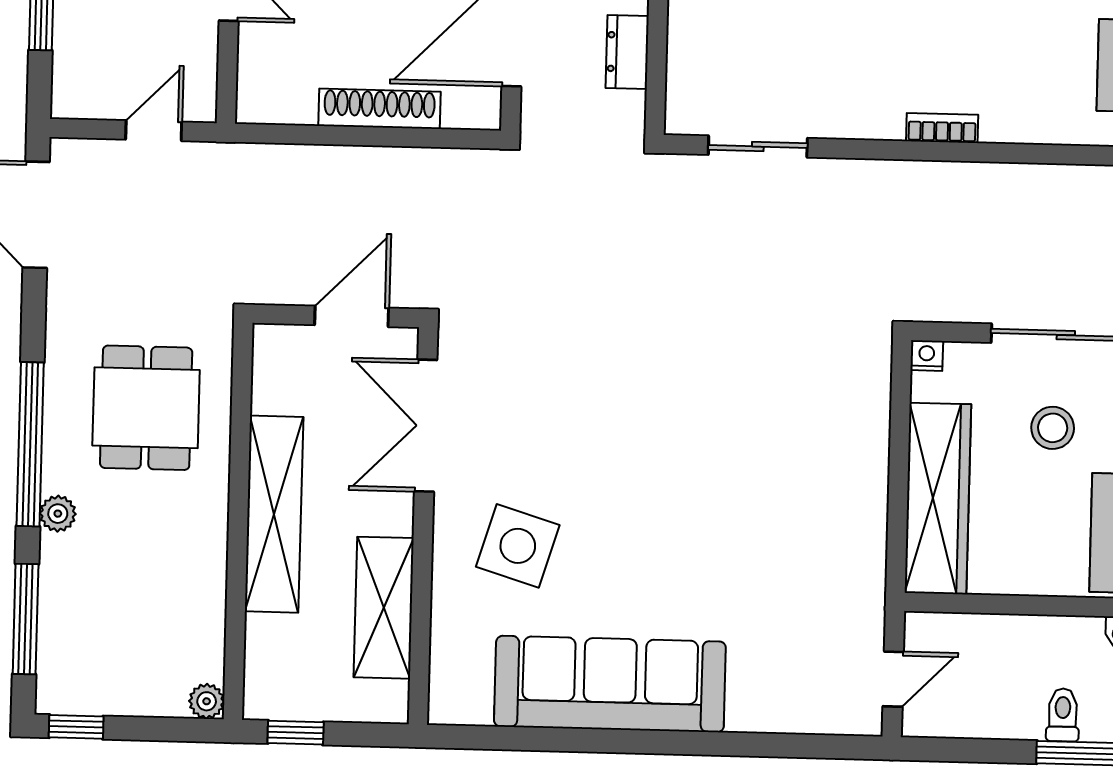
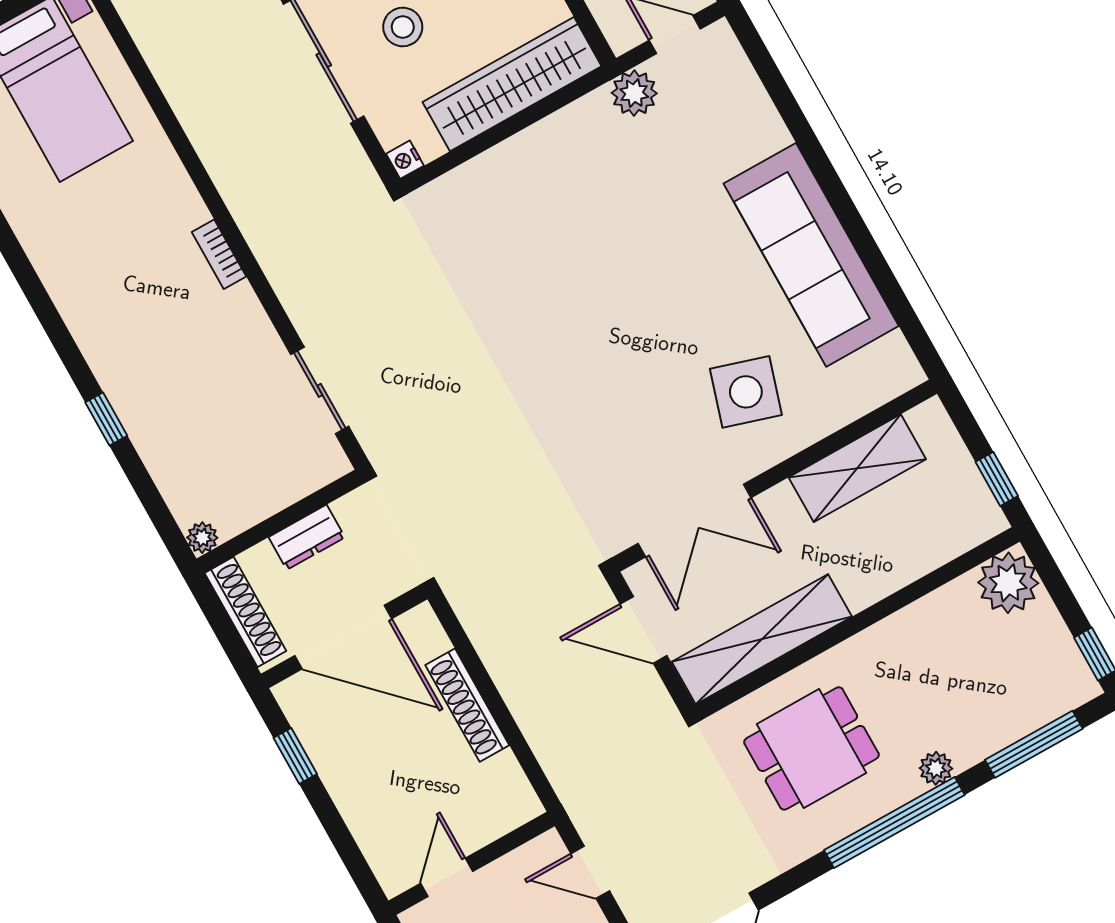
shelving: (274, 514) -> (762, 639), moved
plant: (861, 608) -> (634, 93), added
plant: (207, 701) -> (1008, 583), width x1.88, depth x1.88

